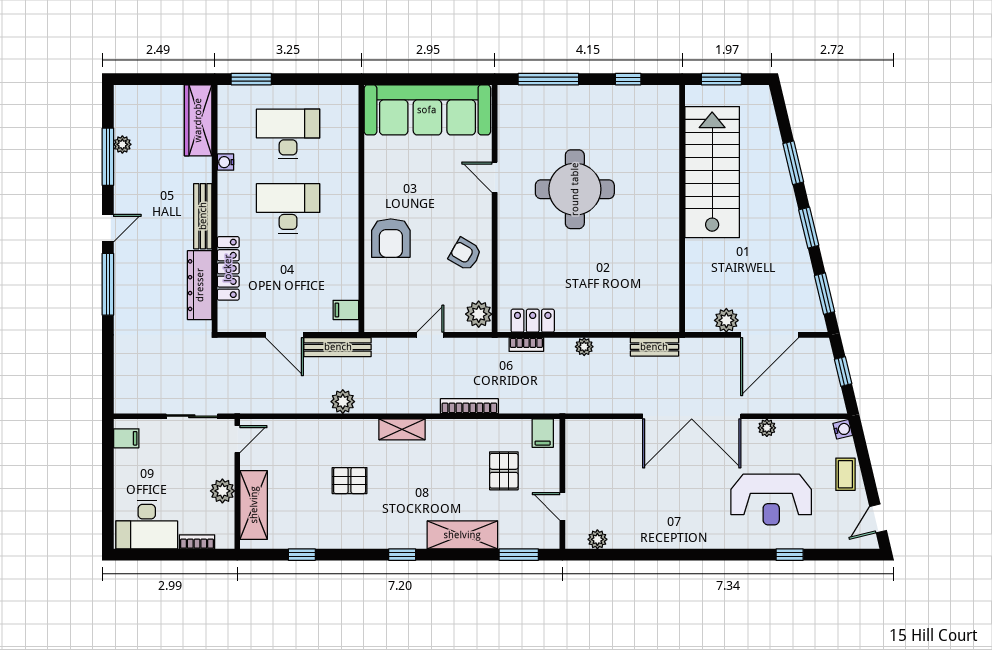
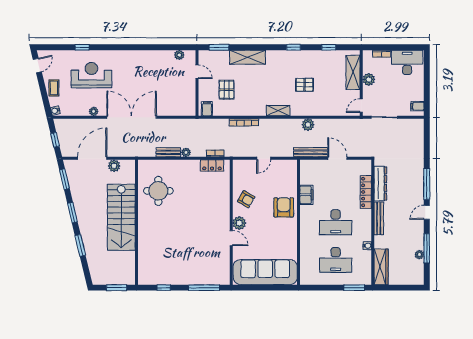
stairs: (712, 172) -> (121, 217), moved
round table: (575, 189) -> (158, 191), moved, width x0.73, depth x0.73
filing cabinet: (346, 310) -> (306, 195), moved, width x2.00
plant: (479, 314) -> (239, 223), moved
bench: (654, 347) -> (168, 152), moved
window: (402, 555) -> (293, 47), moved

